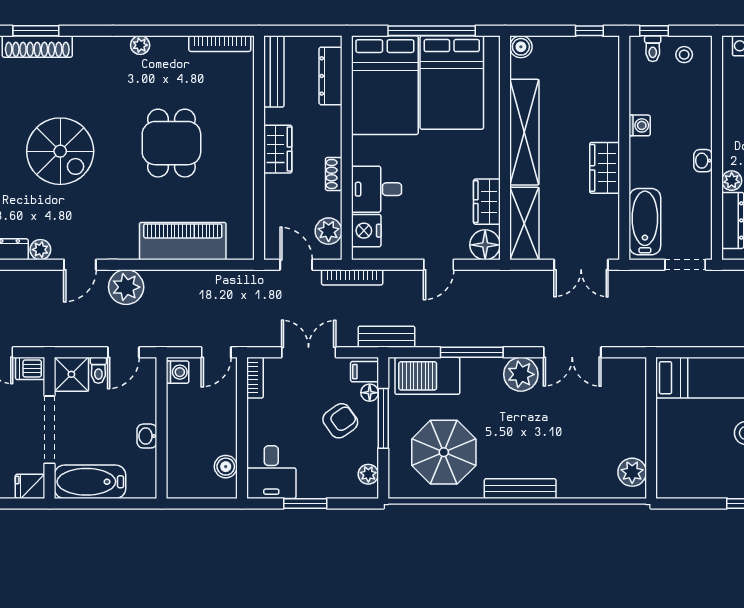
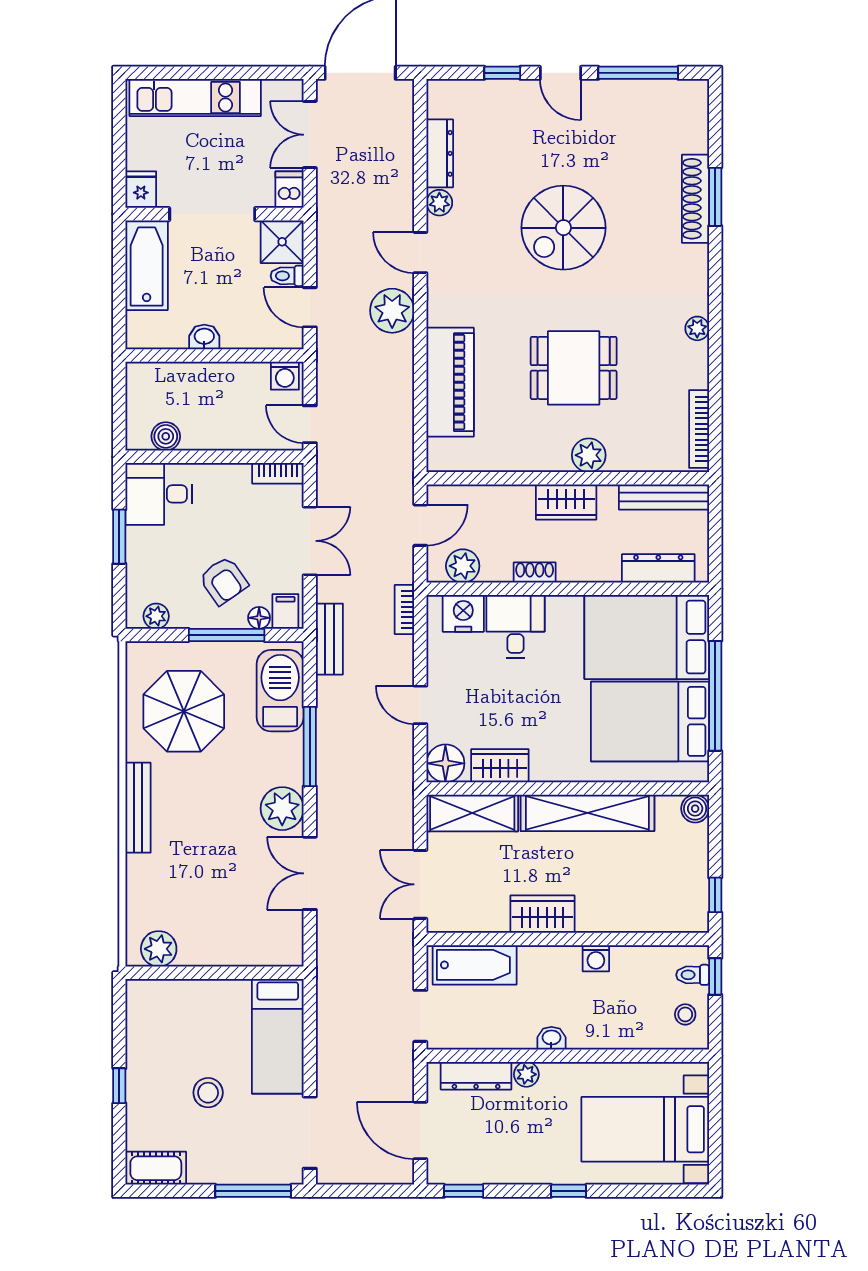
plant: (241, 131) -> (589, 455), added
bookcase: (352, 277) -> (404, 610), width x0.64

